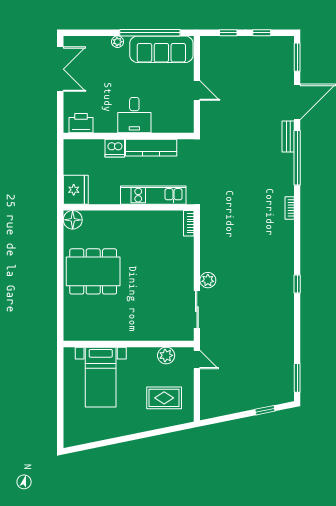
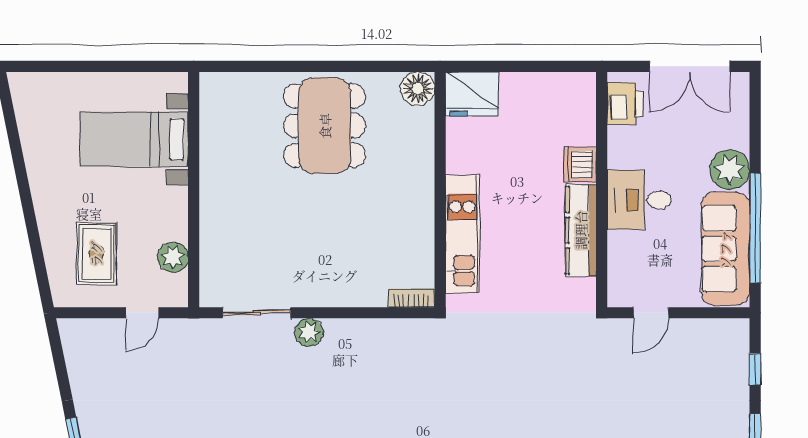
plant: (118, 42) -> (730, 170), width x1.88, depth x1.88
desk: (134, 115) -> (639, 200), moved
printer: (81, 123) -> (625, 104), moved
wall: (129, 136) -> (602, 190), moved
dishwasher: (115, 148) -> (580, 165), moved
kitchen counter: (151, 148) -> (581, 230), moved
door: (197, 360) -> (142, 313), moved

